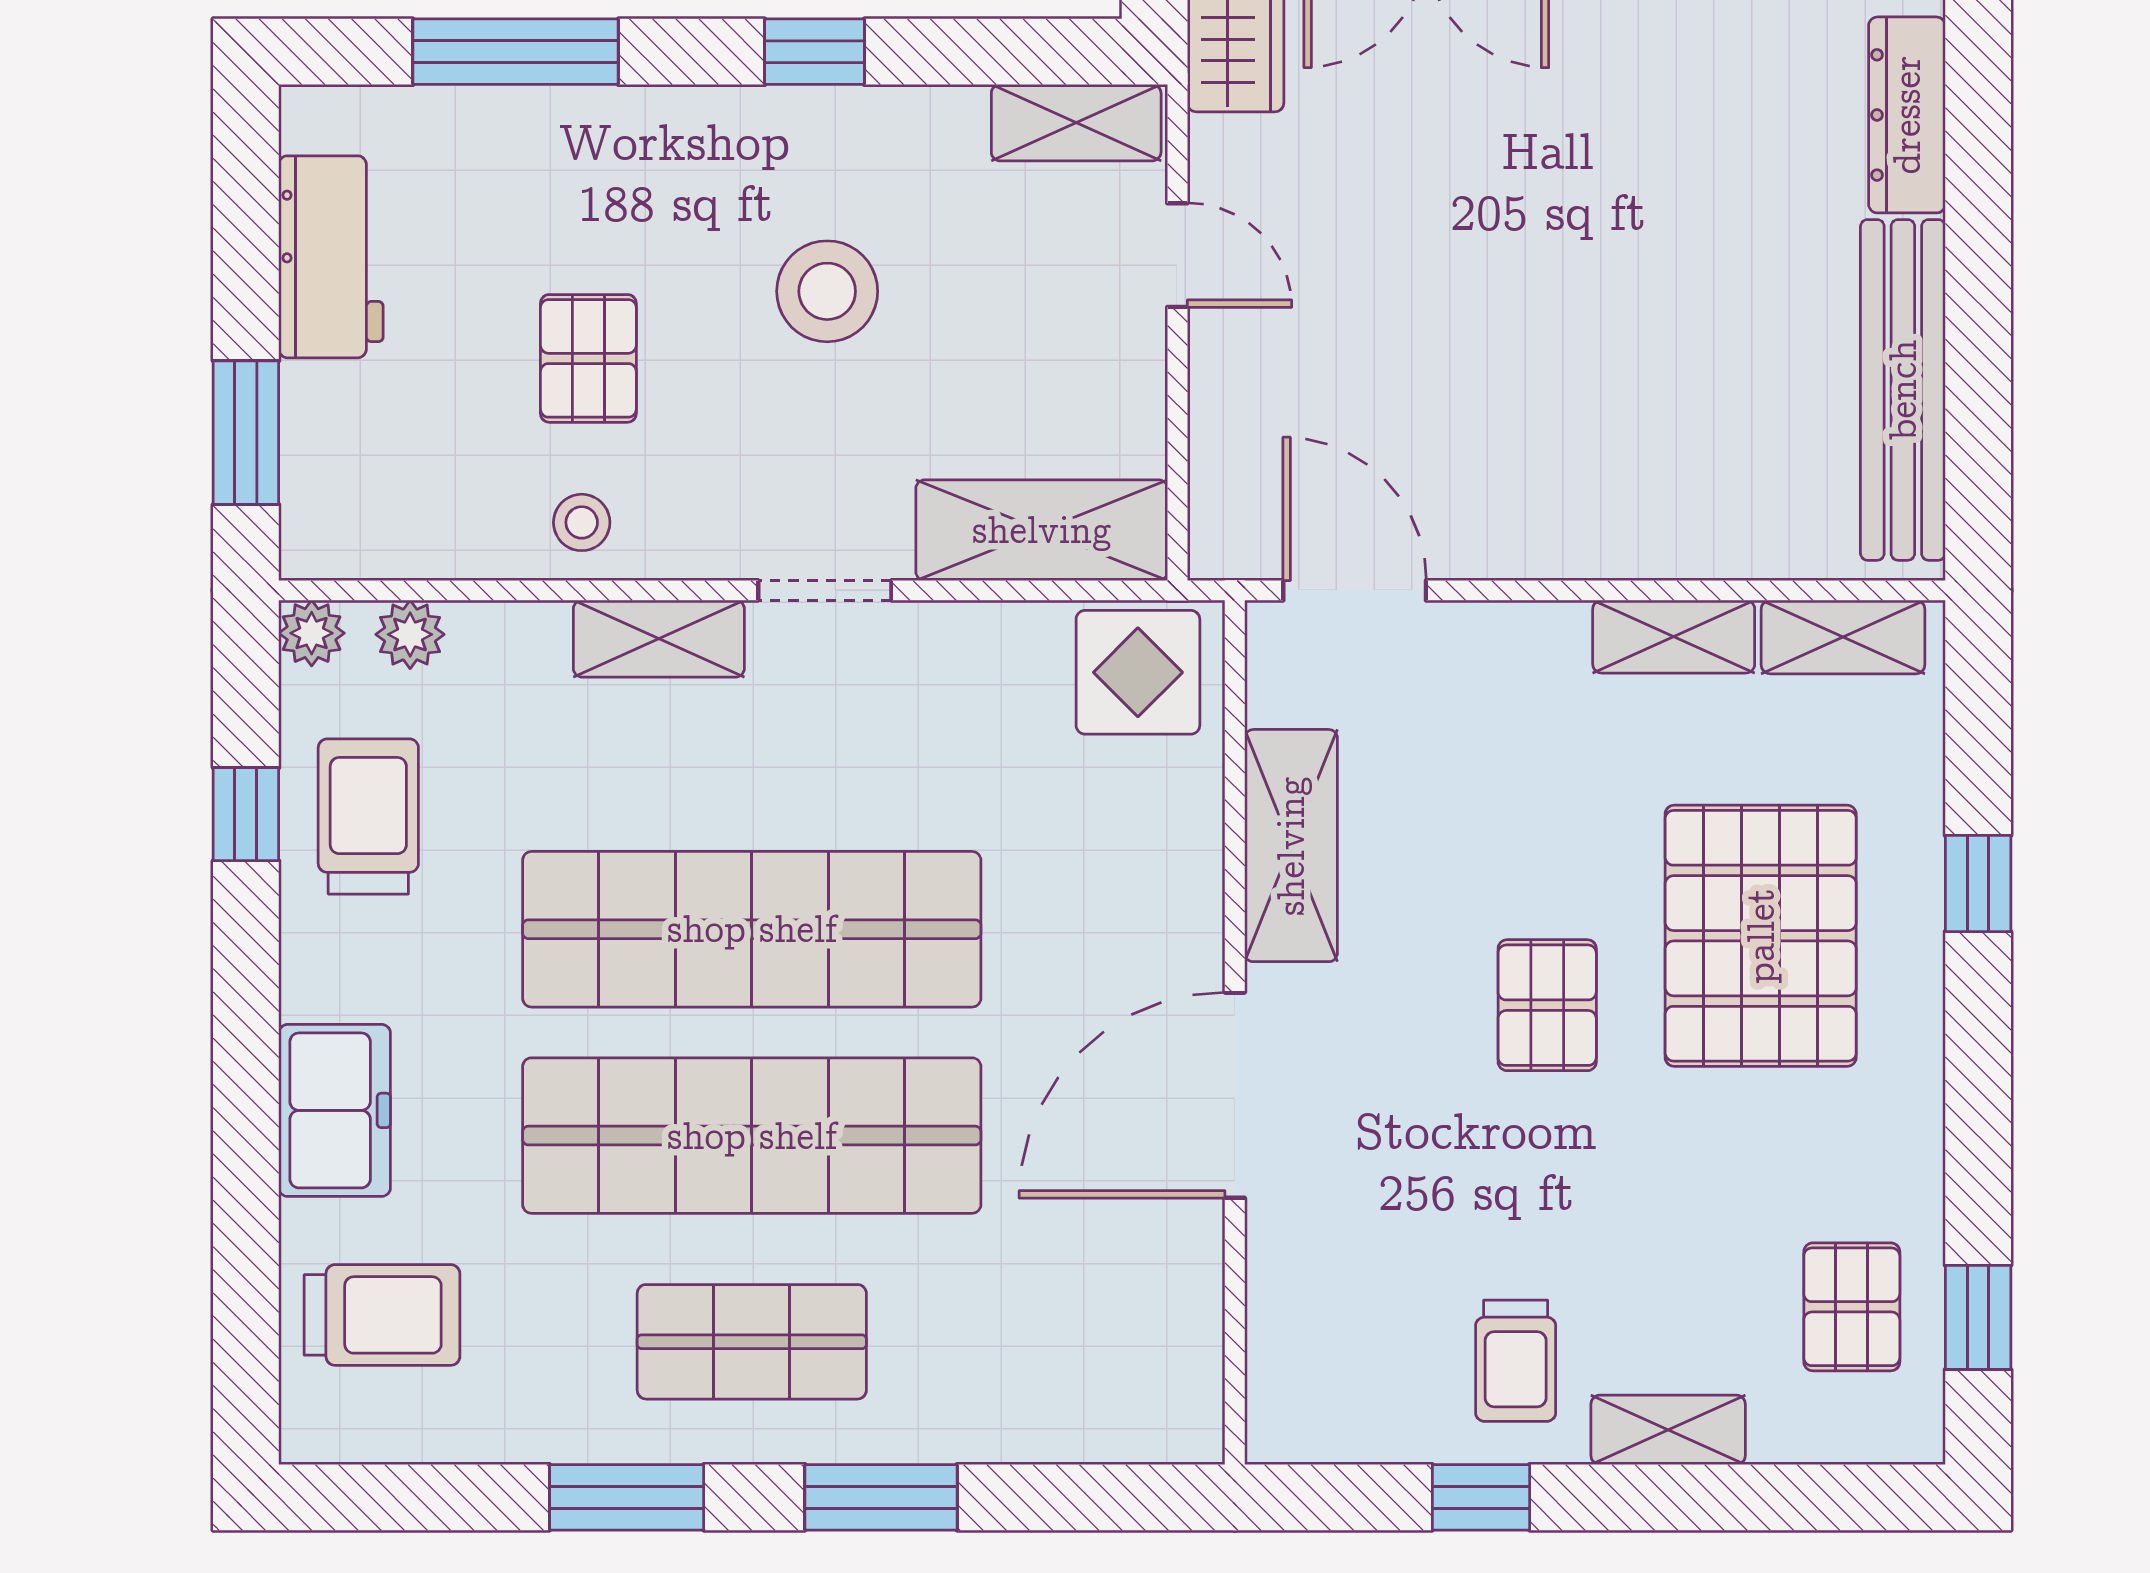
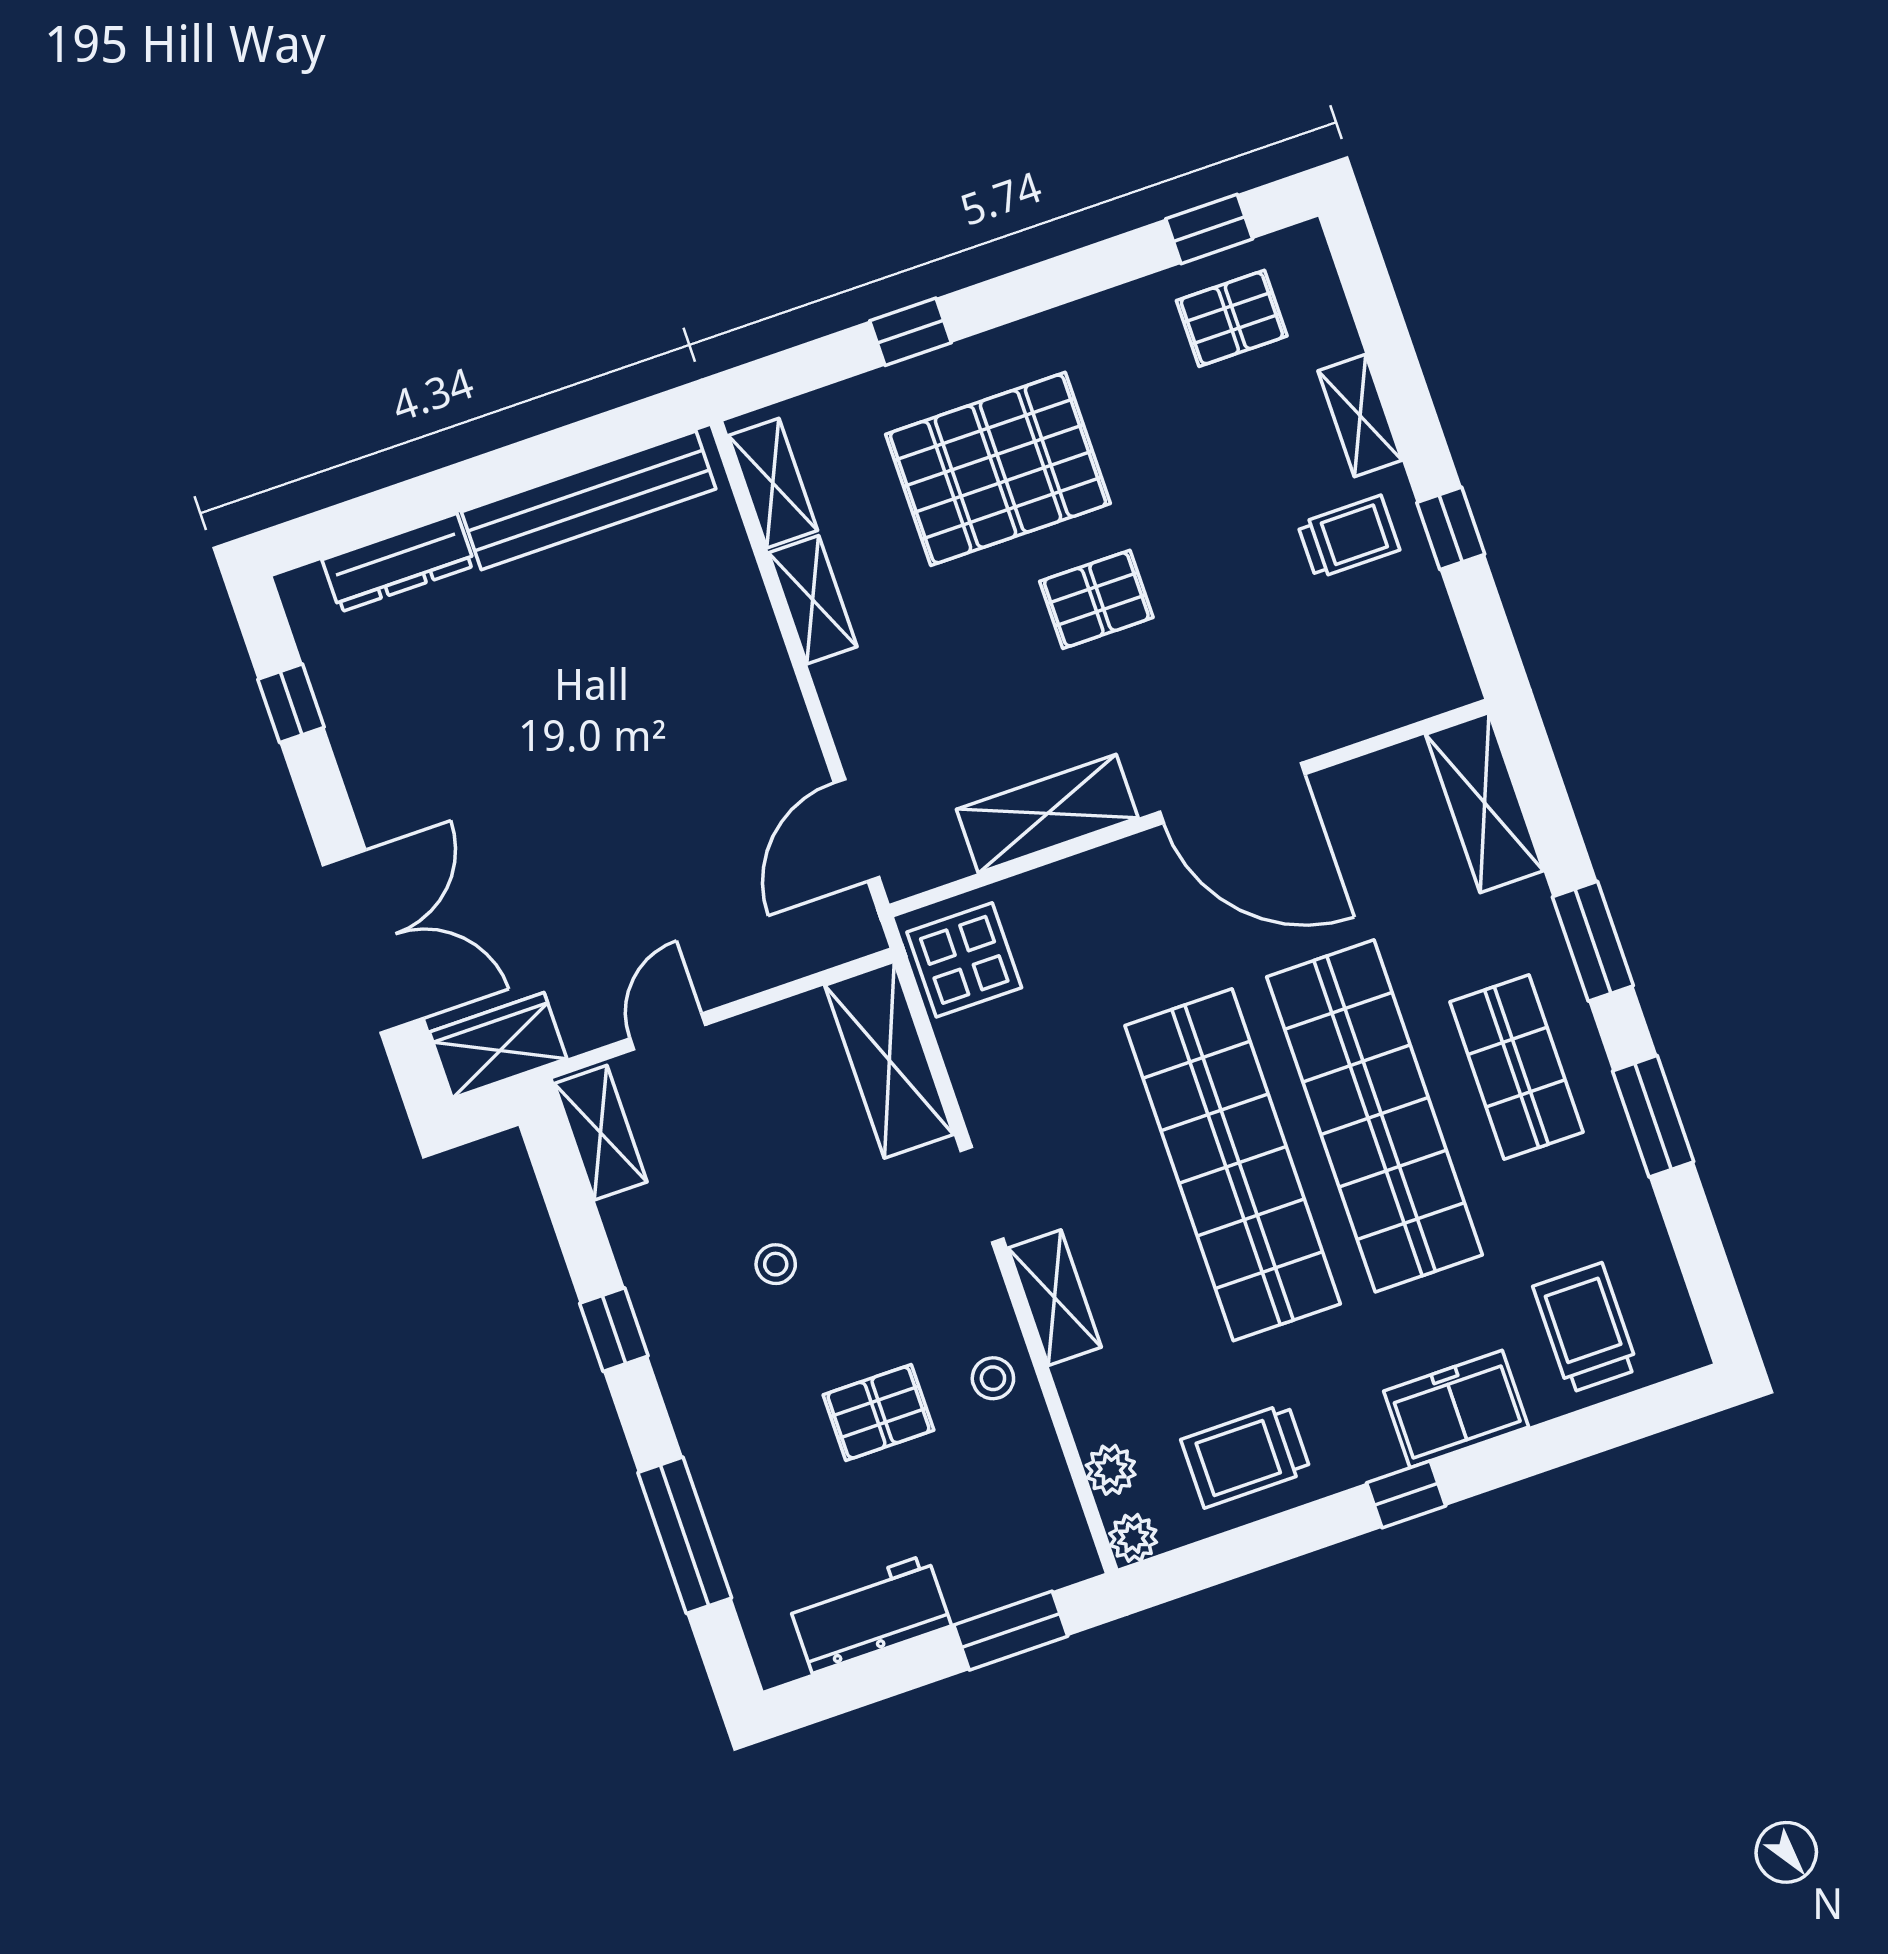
stool: (827, 291) -> (776, 1264), width x0.53, depth x0.53
window: (246, 814) -> (1406, 1494), moved
shelving: (1110, 1418) -> (1484, 803), added

